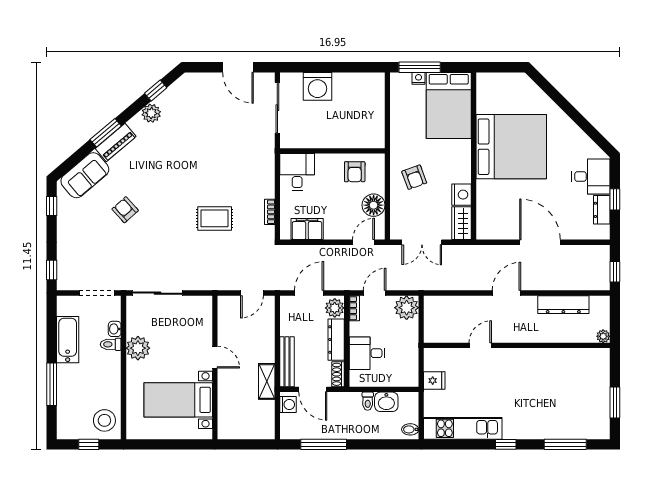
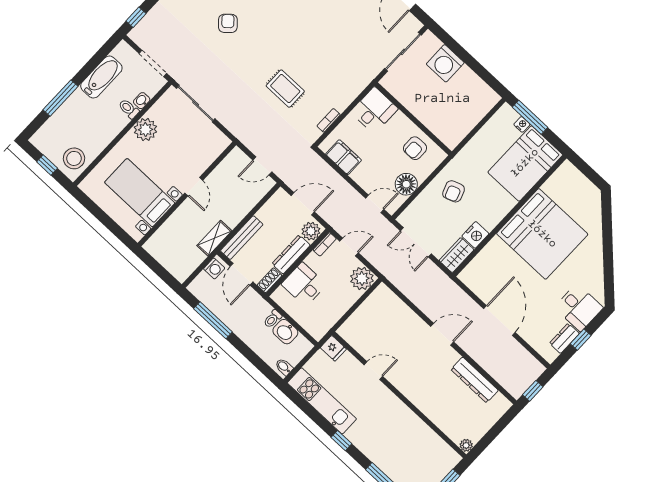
plant: (603, 336) -> (466, 445), moved
door: (480, 345) -> (373, 371), moved
wall: (517, 345) -> (399, 395), moved

